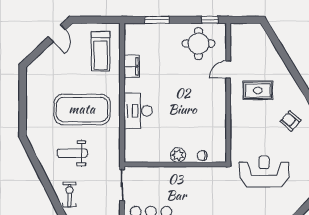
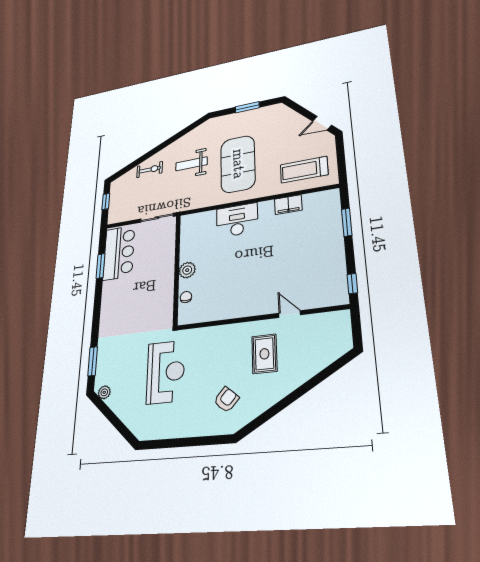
round table: (199, 44) -> (321, 274), removed
window: (23, 100) -> (247, 107), added
weight bench: (72, 153) -> (191, 164), turned -90

